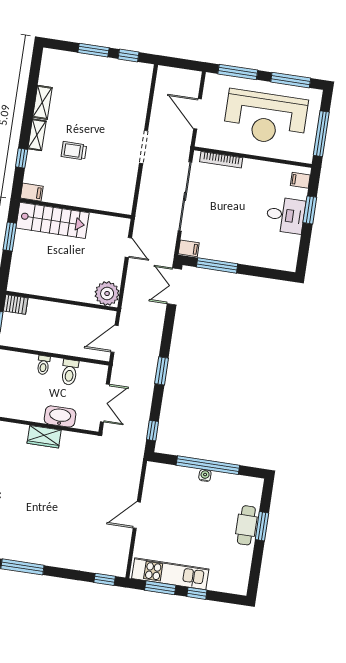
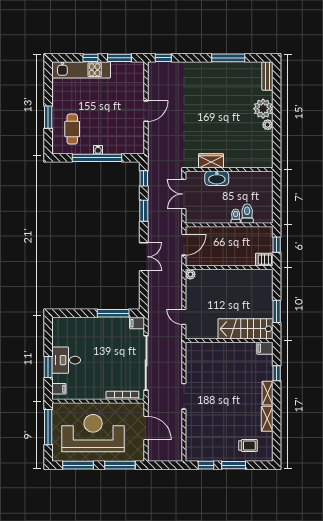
trolley: (74, 151) -> (248, 445), moved
double door: (174, 286) -> (144, 257), moved
plant: (107, 294) -> (190, 274), width x0.53, depth x0.53
window: (162, 371) -> (144, 211), moved
toilet: (70, 372) -> (247, 214), moved
wardrobe: (44, 437) -> (211, 161), moved
cafe table: (246, 525) -> (72, 129), moved
kitchen unit: (170, 574) -> (81, 70), moved

